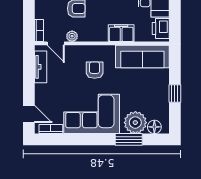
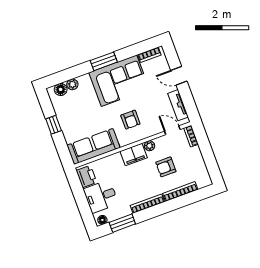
filing cabinet: (121, 33) -> (134, 155), moved
plant: (72, 36) -> (150, 146), moved
door: (29, 114) -> (179, 76), moved
plant: (135, 123) -> (72, 84), width x0.53, depth x0.53
window: (129, 139) -> (104, 61), moved

